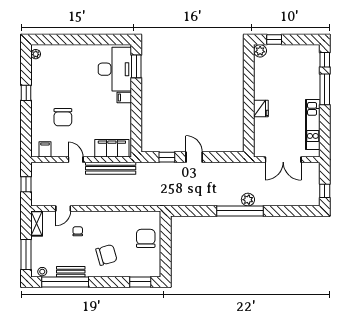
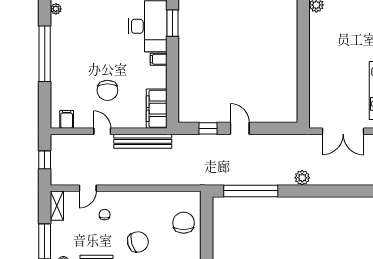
window: (26, 93) -> (45, 54), width x3.17
fridge: (261, 109) -> (317, 72), removed
chair: (63, 117) -> (107, 90), moved
filing cabinet: (112, 148) -> (157, 109), moved, turned -90
window: (240, 211) -> (251, 191), moved

